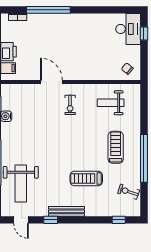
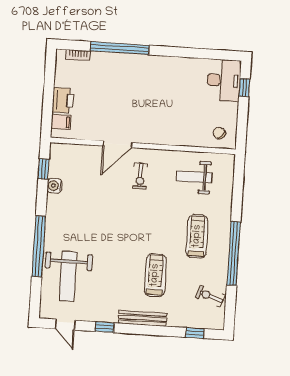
door: (51, 82) -> (117, 144), swing flipped
treadmill: (86, 178) -> (155, 275), turned 90
bench: (67, 211) -> (142, 318), moved

